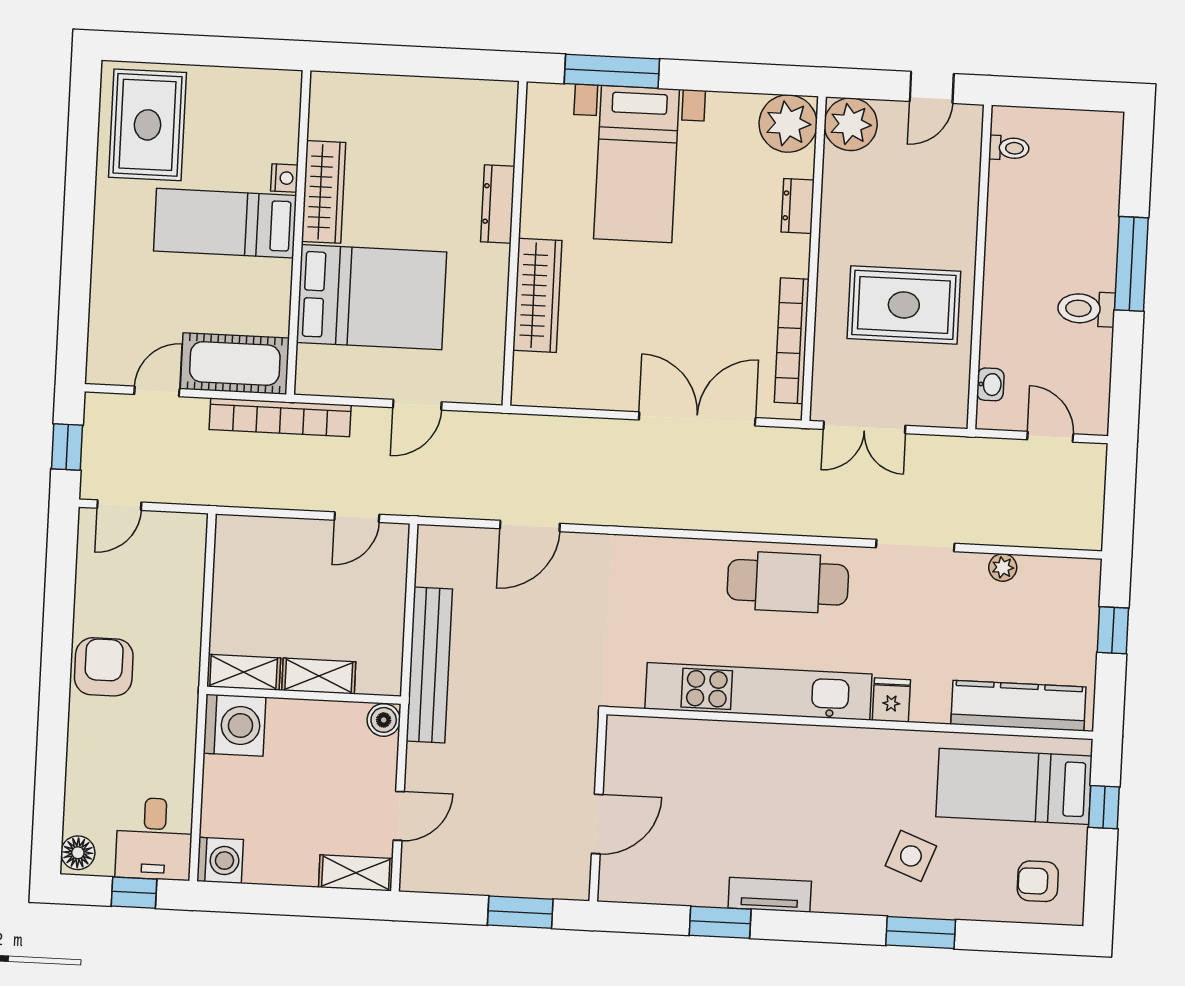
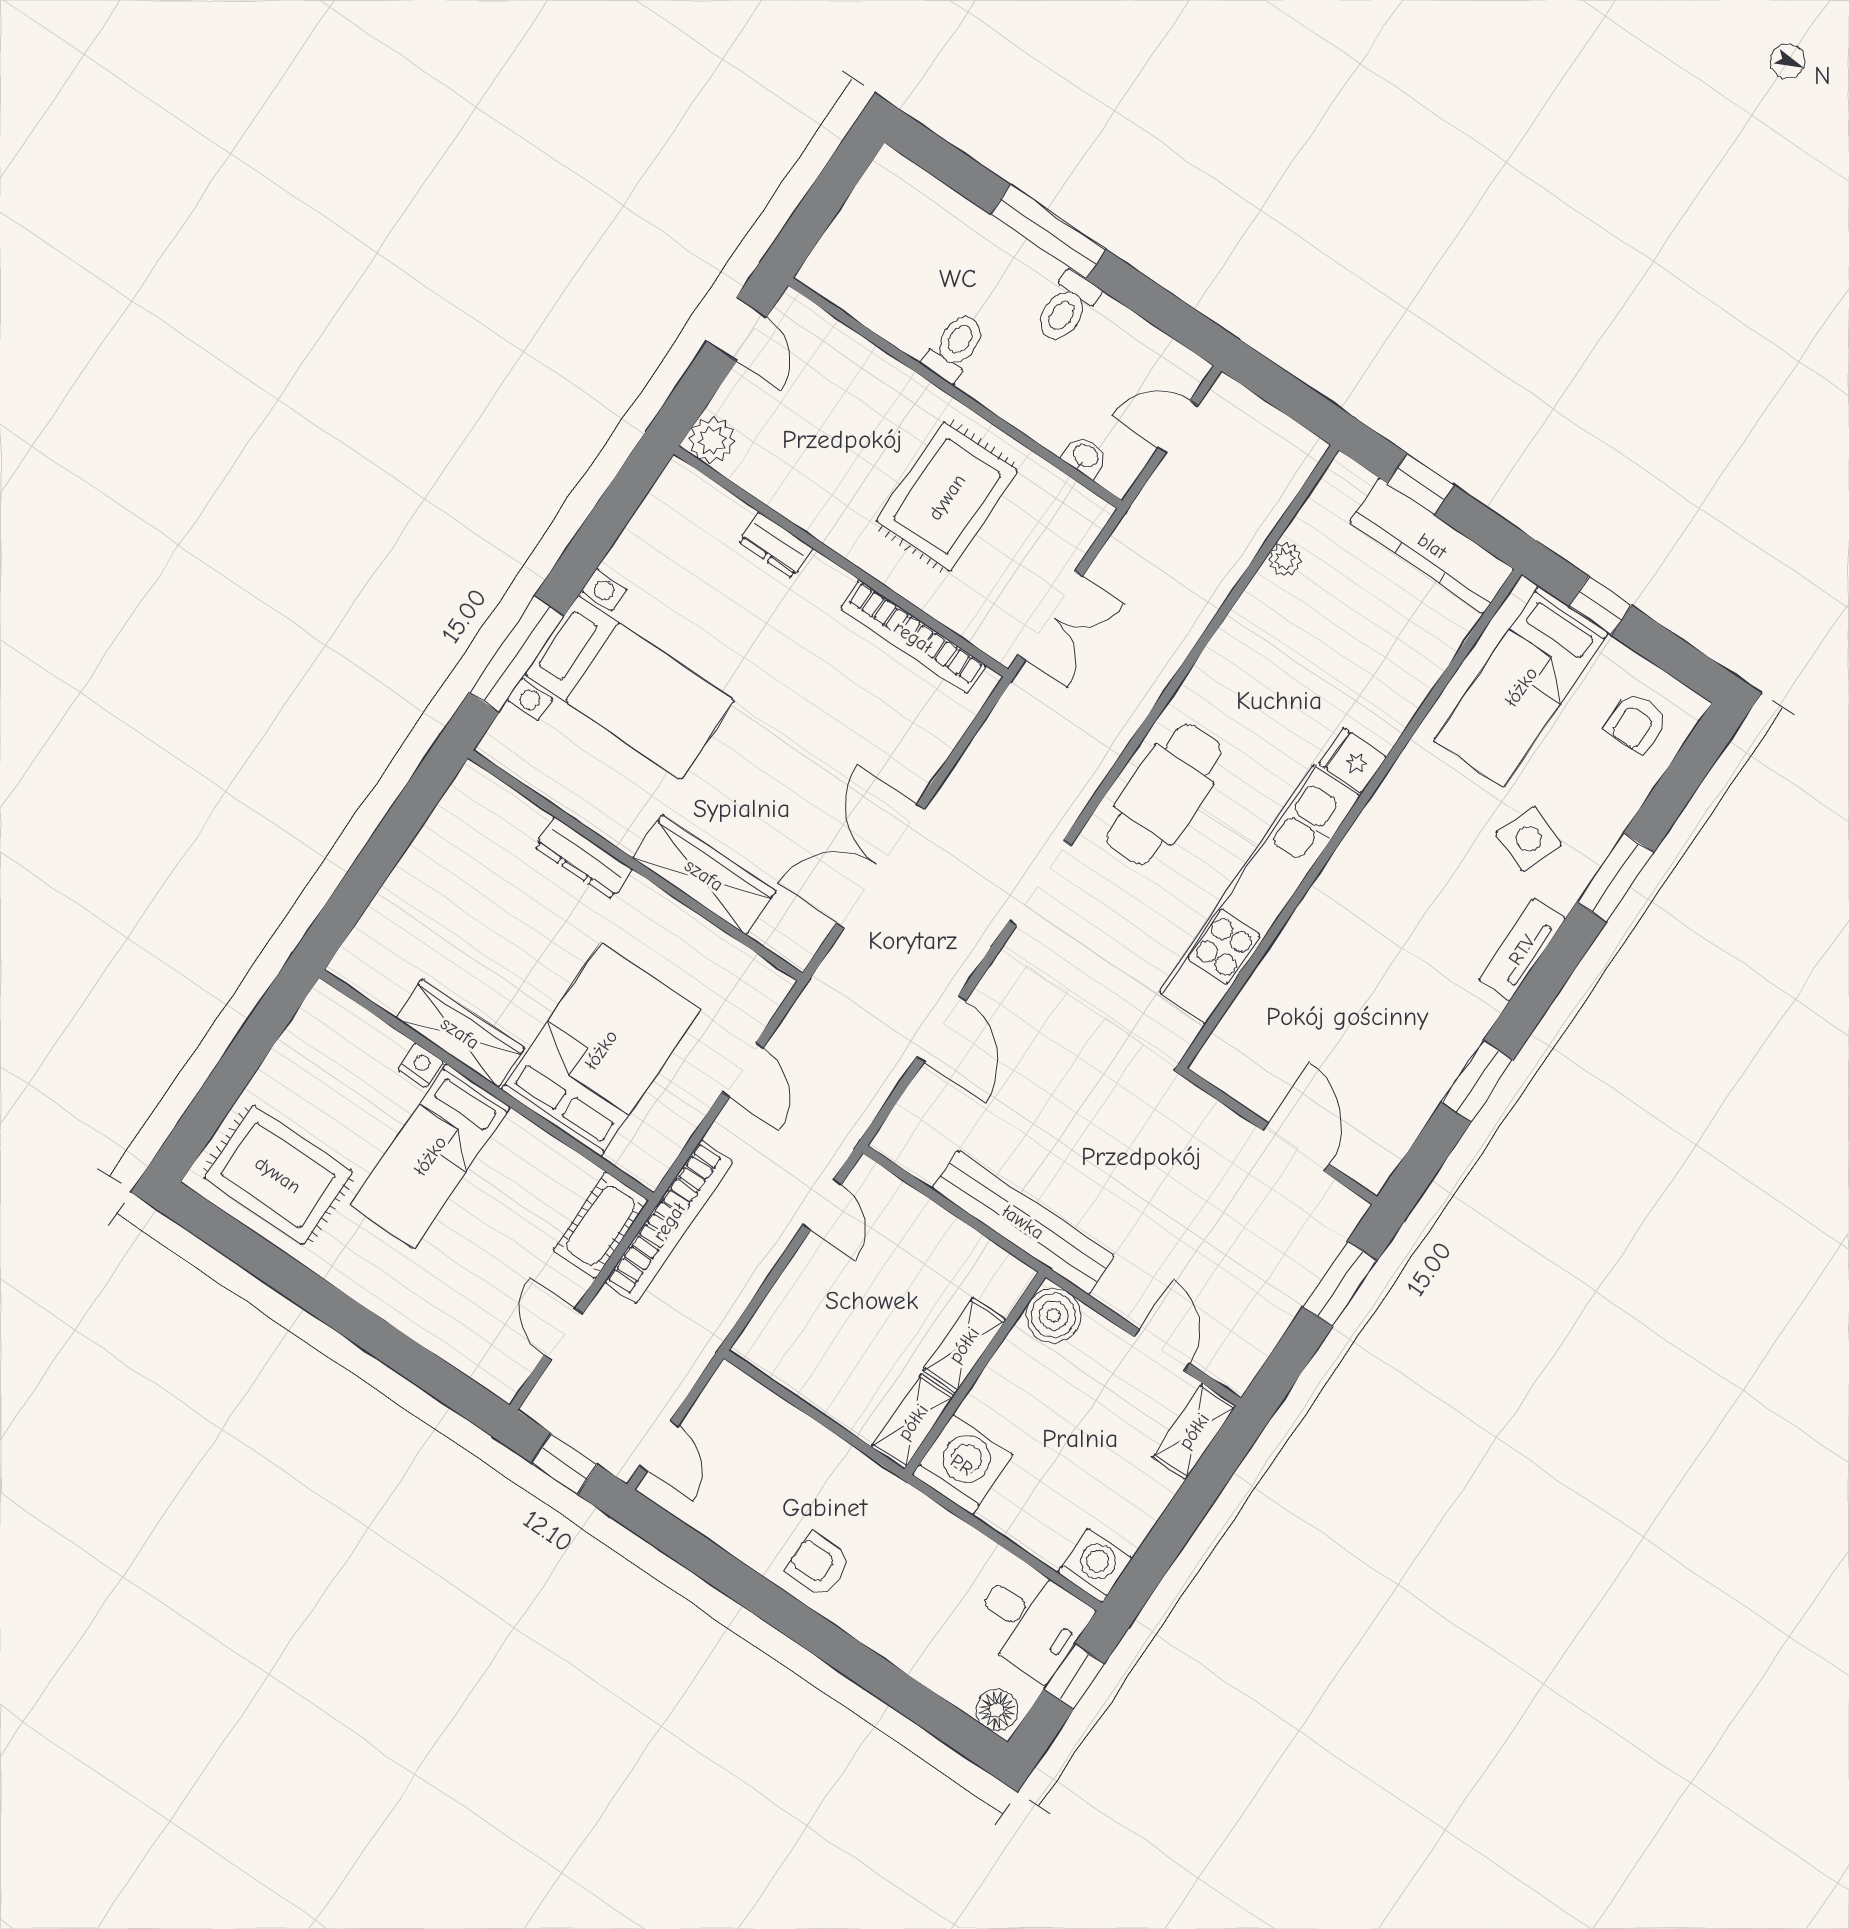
plant: (788, 124) -> (683, 503), removed
plant: (851, 124) -> (712, 440), width x0.73, depth x0.73
toilet: (1009, 148) -> (955, 347), moved, width x1.37, depth x1.39
cot: (235, 364) -> (601, 1225), width x0.73, depth x0.75
double door: (697, 419) -> (880, 867), moved
doorway: (915, 546) -> (1040, 883), moved
armchair: (104, 667) -> (818, 1565), width x0.72, depth x0.72
kitchen counter: (1018, 706) -> (1432, 546), moved, turned -90
boiler: (384, 720) -> (1054, 1315), width x1.36, depth x1.36
tv unit: (770, 895) -> (1522, 950), moved

